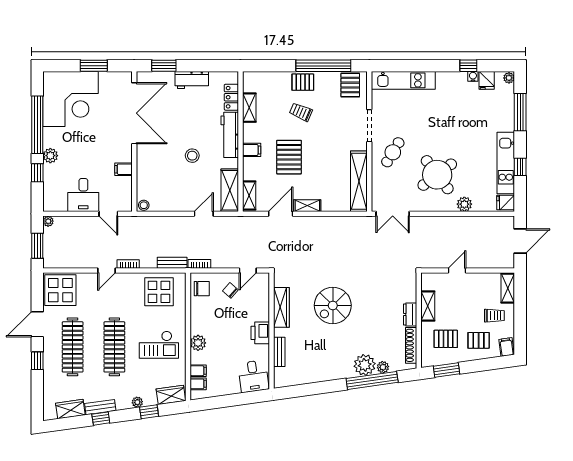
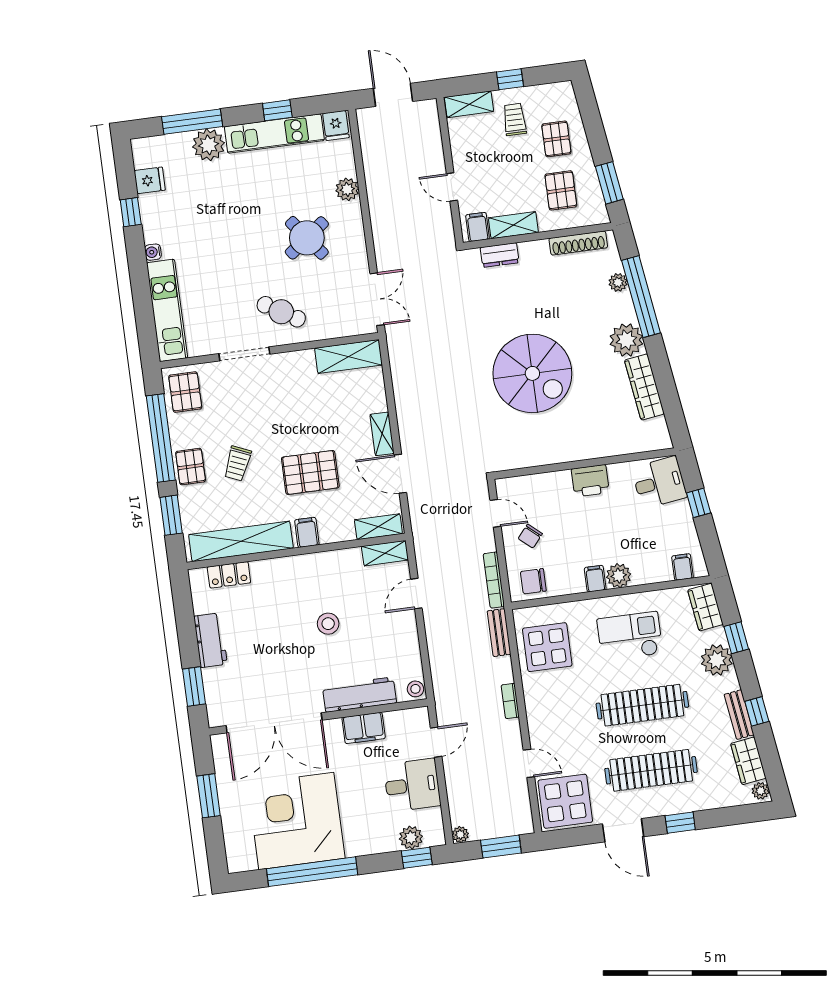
window: (274, 66) -> (171, 515), added
water cooler: (473, 76) -> (153, 252), moved
plant: (509, 78) -> (209, 145), moved, width x1.87, depth x1.87
pallet: (350, 85) -> (185, 392), turned 90
corner desk: (70, 99) -> (296, 821), moved, turned -90
shelving: (249, 108) -> (241, 541), width x2.20, depth x1.33
double door: (134, 113) -> (274, 723), swing flipped
workbench: (230, 135) -> (359, 695), moved, turned 180
plant: (50, 156) -> (411, 838), moved
filing cabinet: (123, 169) -> (364, 728), width x2.00
window: (37, 173) -> (417, 858), moved
round table: (437, 175) -> (307, 238), width x0.73, depth x0.73
shelving: (359, 181) -> (348, 357), width x0.68
shelving: (230, 190) -> (385, 553), width x0.67, depth x0.75
door: (204, 214) -> (416, 594), hinge flipped
bookcase: (199, 264) -> (494, 580), width x1.56
door: (106, 270) -> (529, 763), moved
chair: (202, 289) -> (533, 581), turned -90
spiral stairs: (333, 305) -> (532, 373), width x1.37, depth x1.37
wardrobe: (281, 307) -> (644, 387), moved, turned -98
dresser: (410, 314) -> (500, 255), moved
window: (520, 316) -> (510, 79), added
checkout: (159, 345) -> (630, 636), turned -90
filing cabinet: (506, 347) -> (477, 227), moved, turned 98
bench: (279, 352) -> (616, 447), removed
plant: (365, 365) -> (626, 340), moved
filing cabinet: (198, 371) -> (595, 579), moved
window: (237, 399) -> (699, 503), added
plant: (137, 402) -> (717, 660), width x1.88, depth x1.88
plant: (50, 414) -> (761, 791), added

